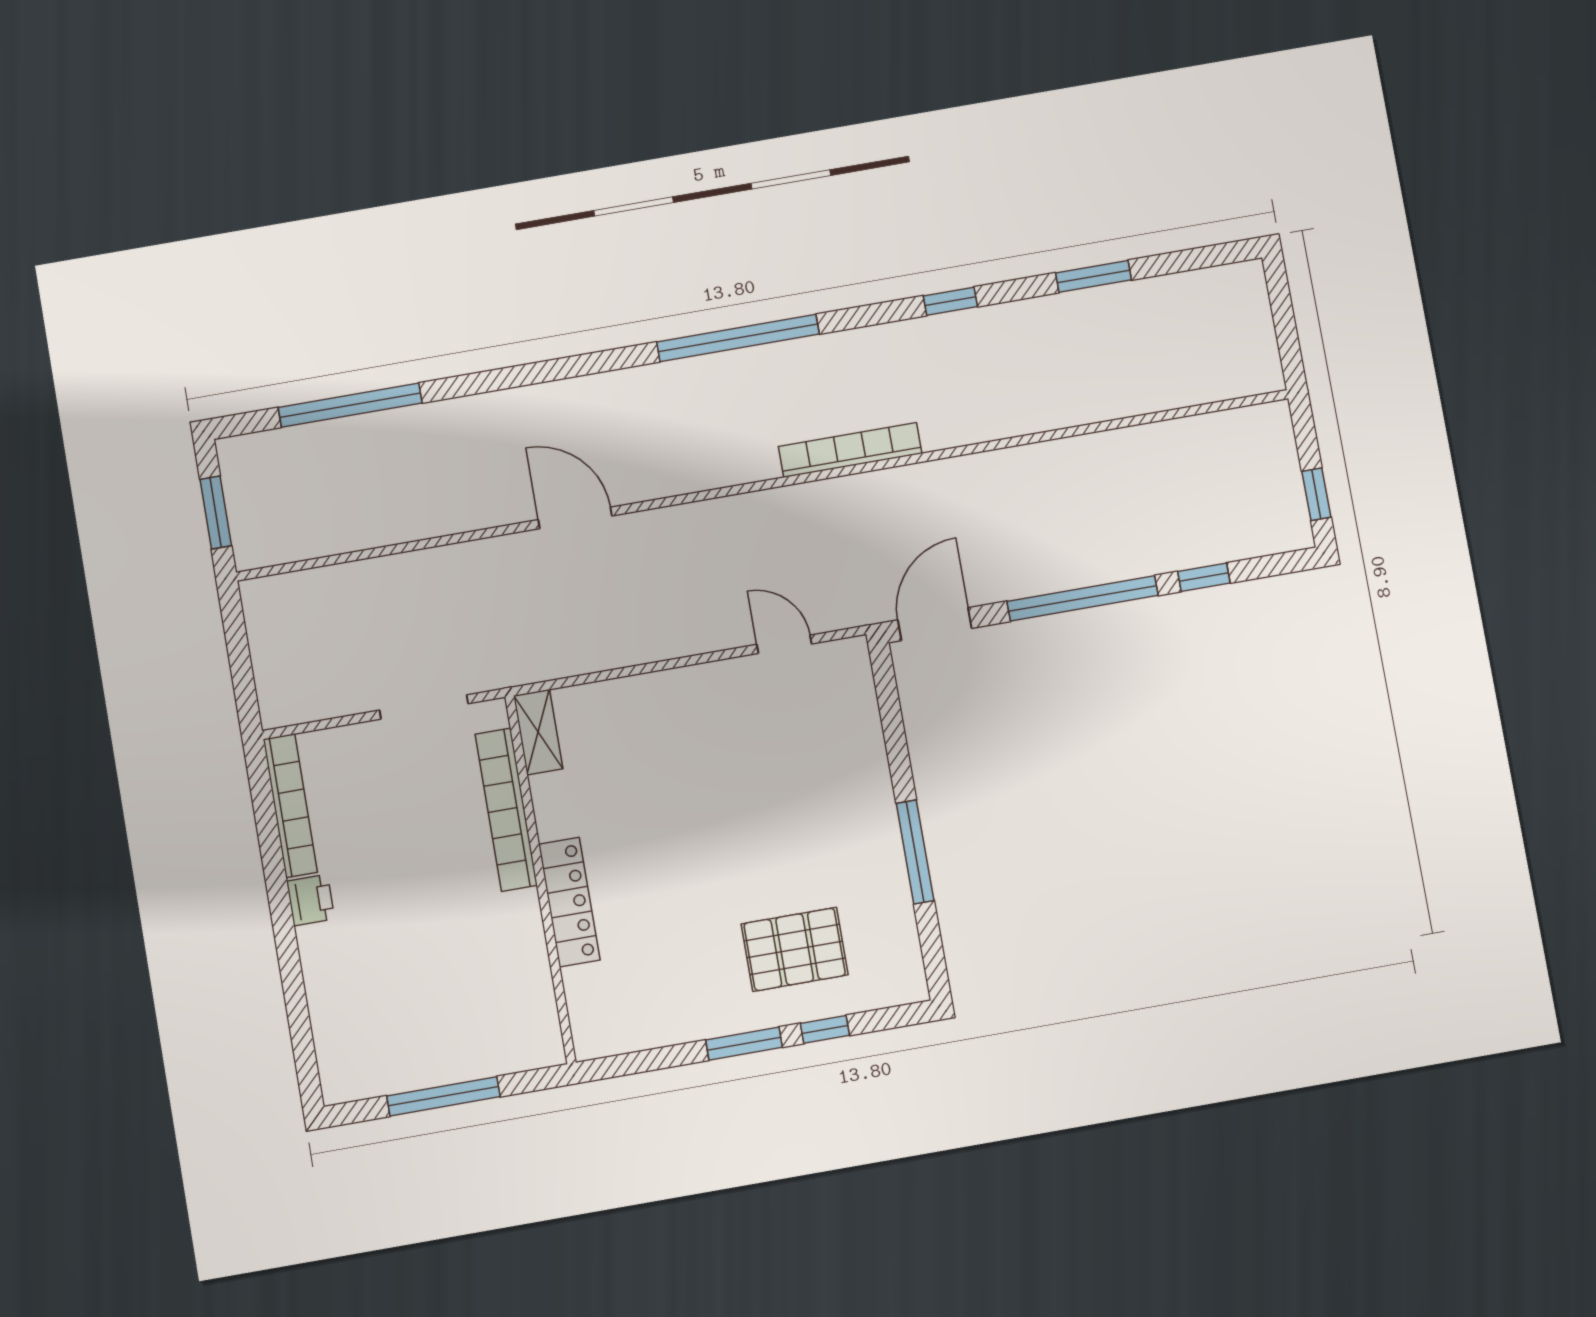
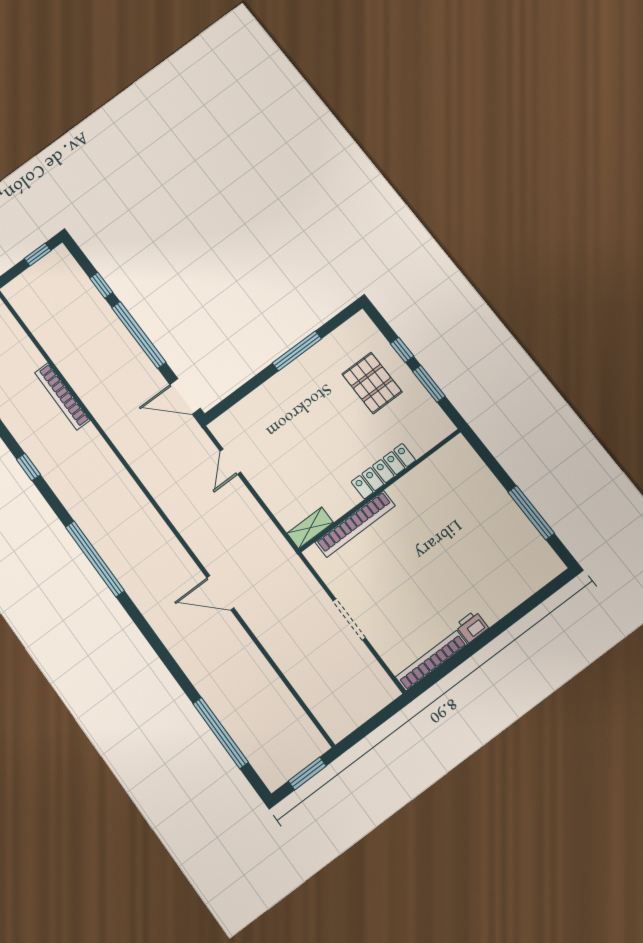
bookcase: (850, 450) -> (62, 396), moved
door: (575, 518) -> (220, 593), hinge flipped
shelving: (538, 732) -> (310, 528), moved
bookcase: (506, 810) -> (355, 524), moved
wall: (540, 879) -> (380, 490), moved
locker: (569, 902) -> (383, 471), moved

